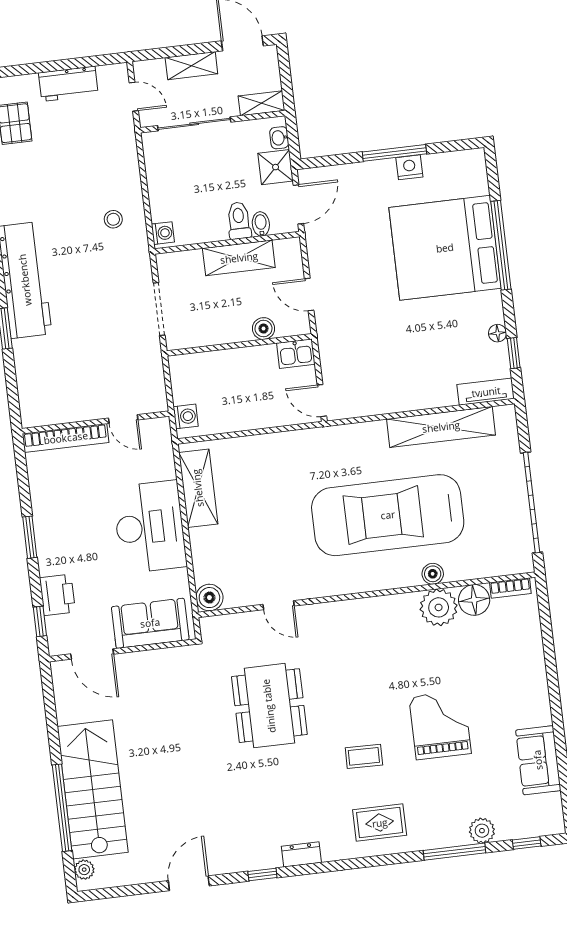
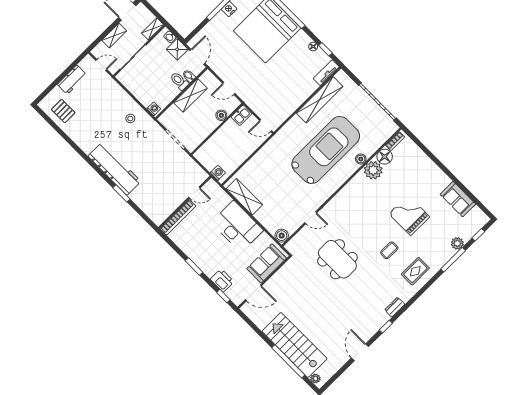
car: (388, 515) -> (326, 150), turned 180

